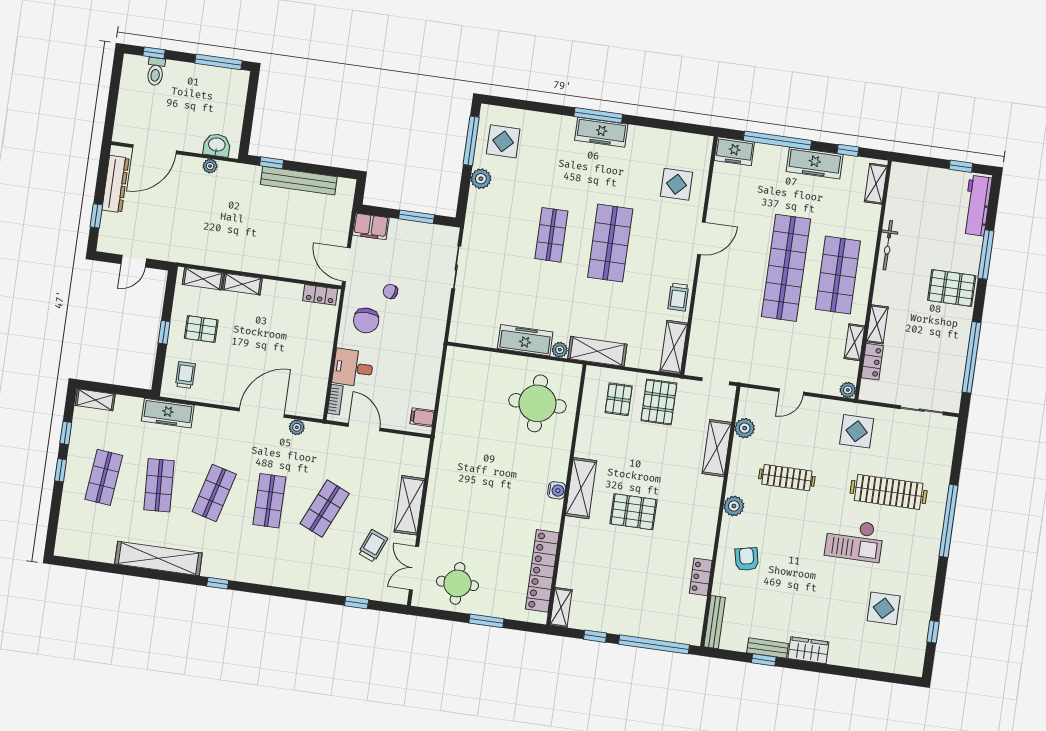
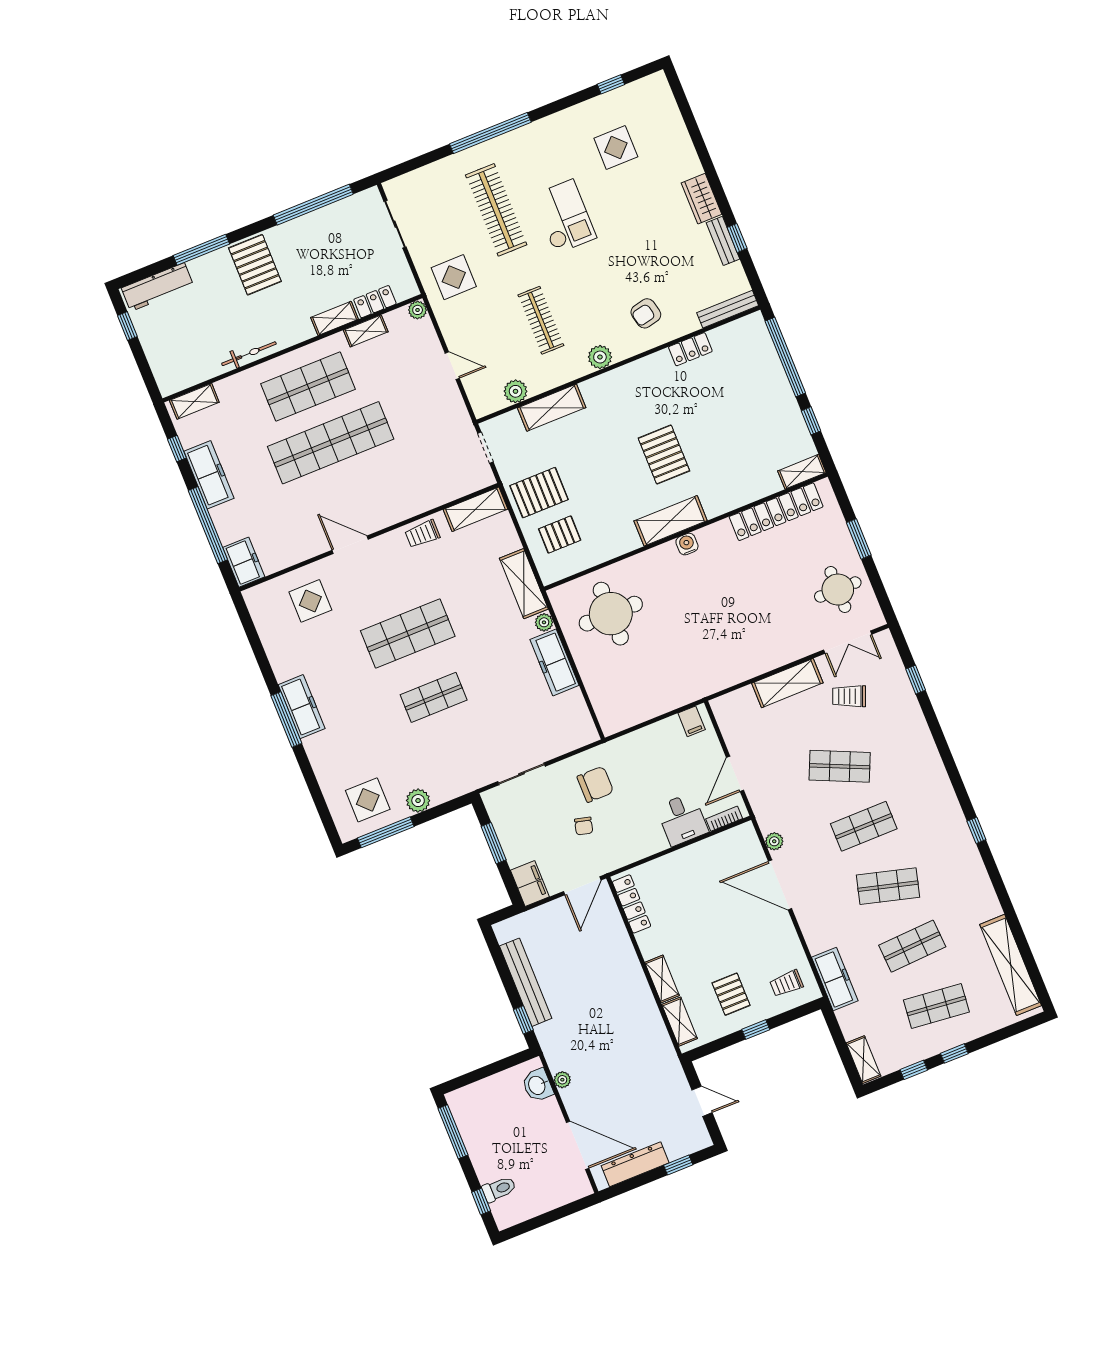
locker: (320, 295) -> (632, 904), width x1.53
trolley: (678, 297) -> (422, 534), turned 180
chair: (366, 320) -> (595, 784), moved
shelving: (158, 558) -> (1011, 965), moved

